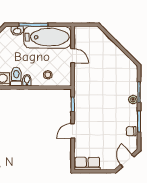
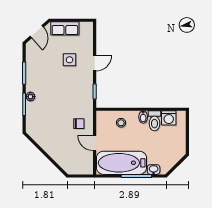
chair: (131, 131) -> (79, 124), moved
side table: (96, 134) -> (70, 60), added
row of seats: (87, 164) -> (65, 28), moved

